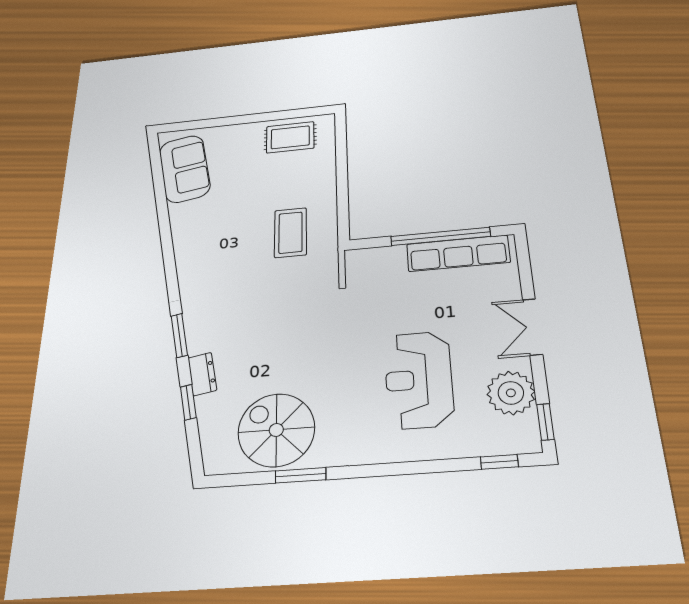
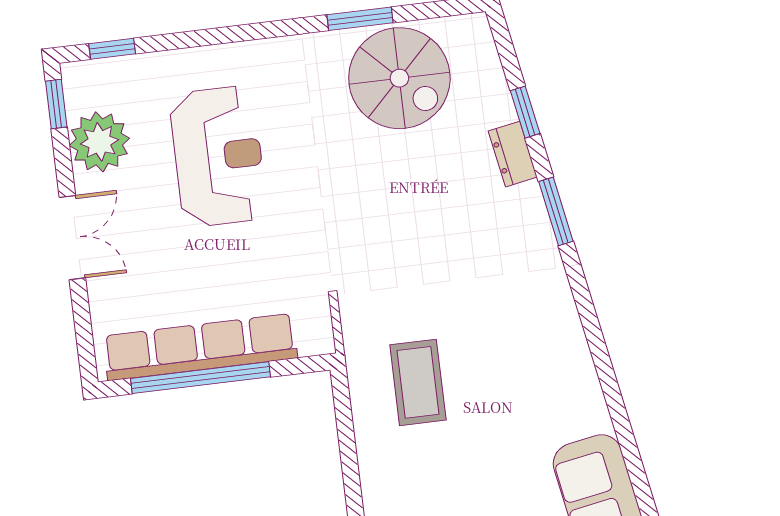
row of seats: (458, 253) -> (200, 347), width x1.36

